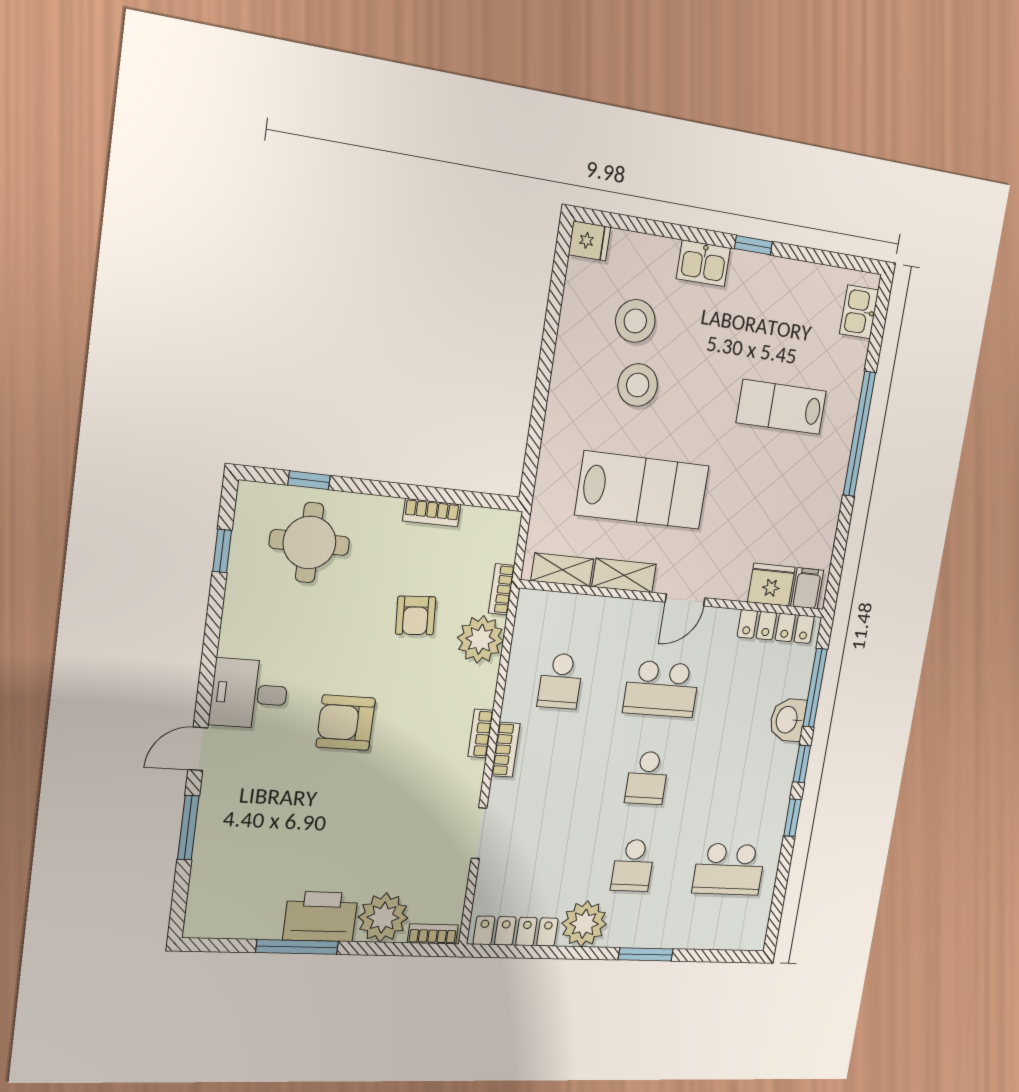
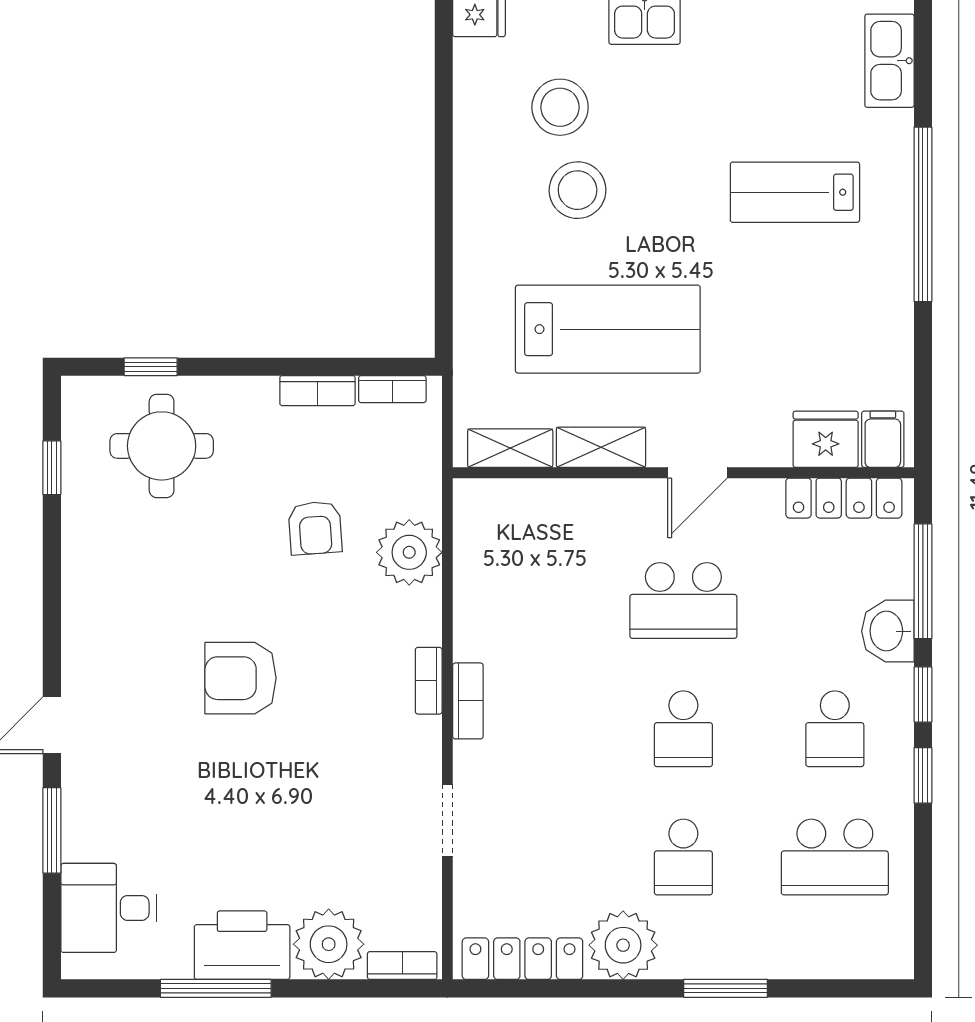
kitchen sink: (859, 312) -> (889, 61), width x1.38
bookcase: (502, 589) -> (392, 389), moved, turned -90
school desk: (560, 681) -> (835, 729), moved
desk: (249, 694) -> (109, 908), moved

